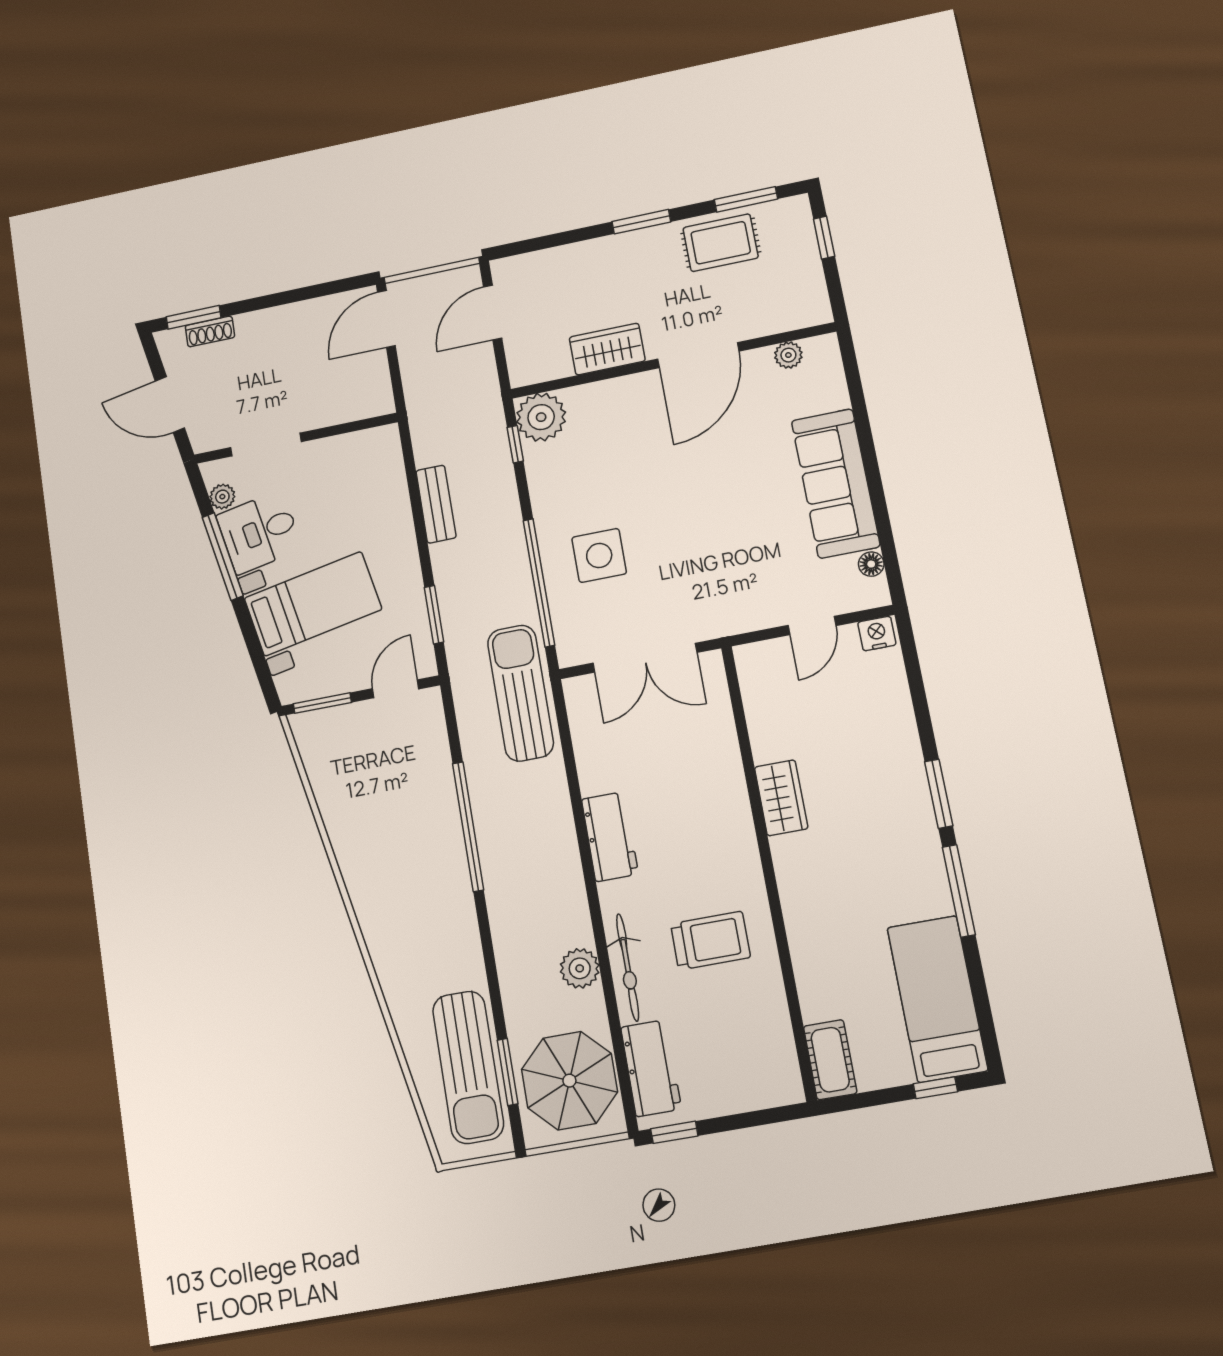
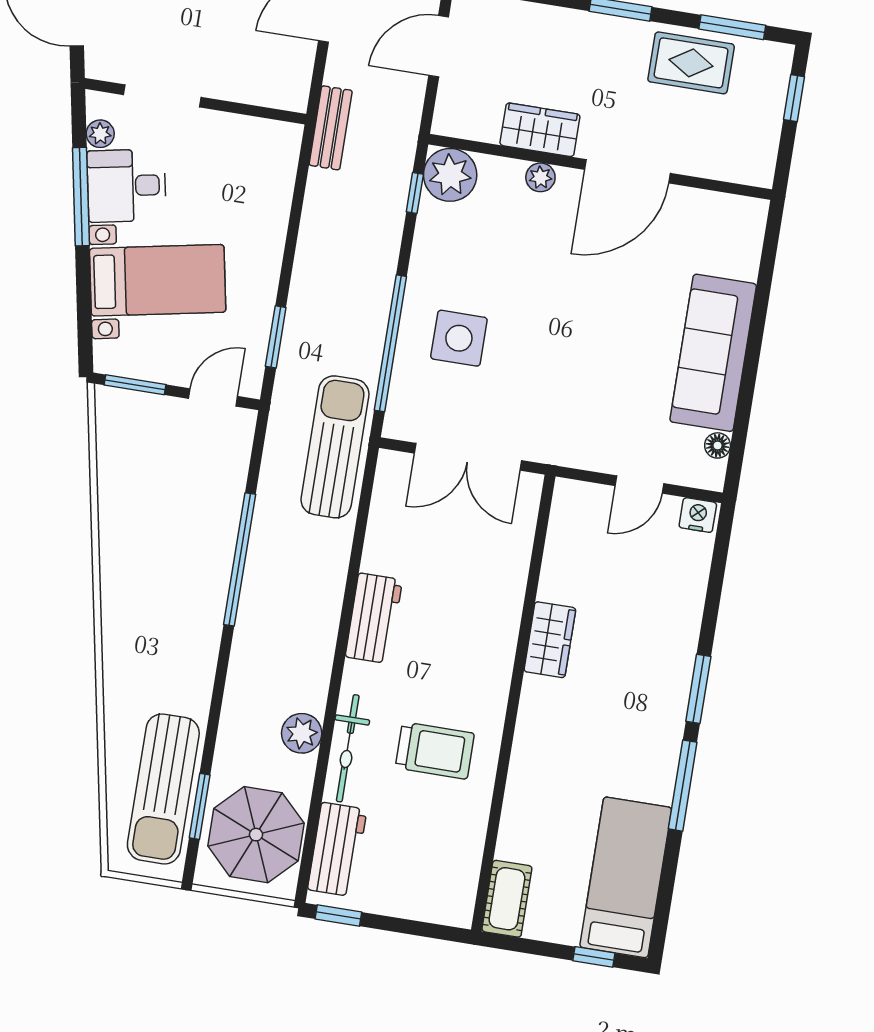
plant: (788, 355) -> (540, 177), moved
bench: (436, 504) -> (331, 128), moved

